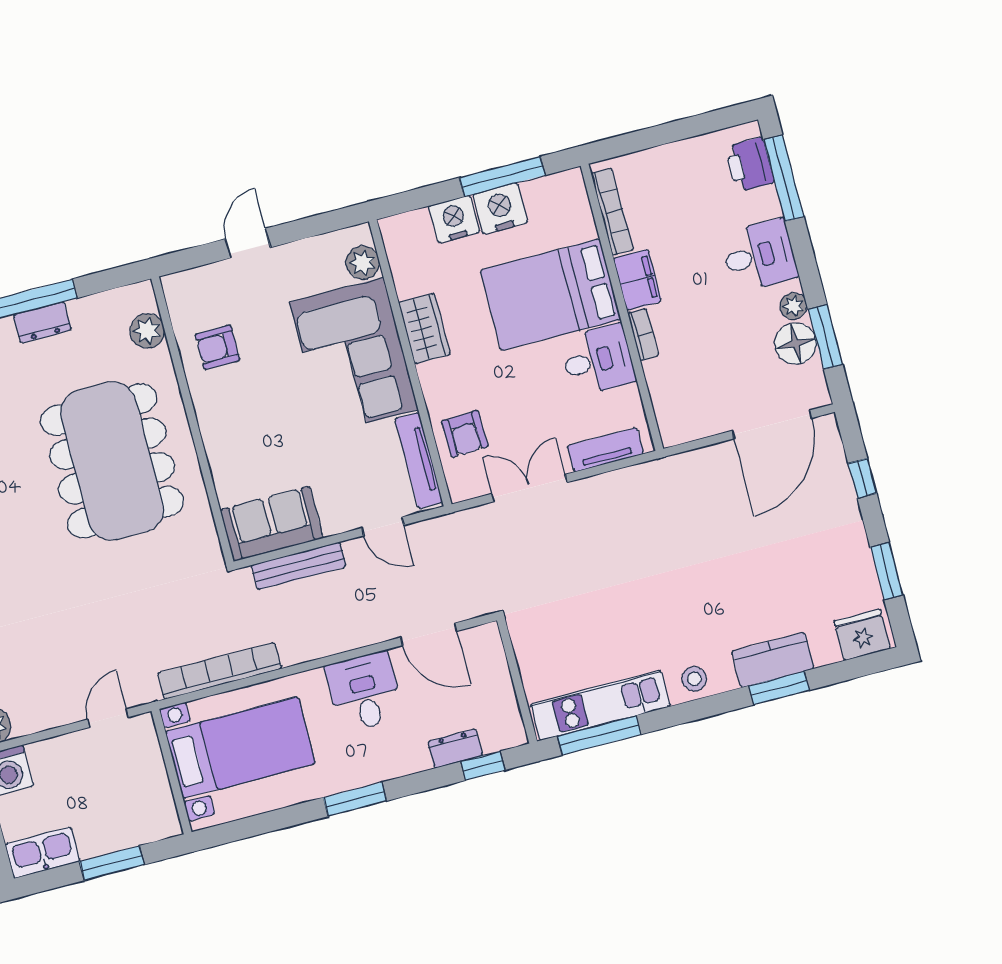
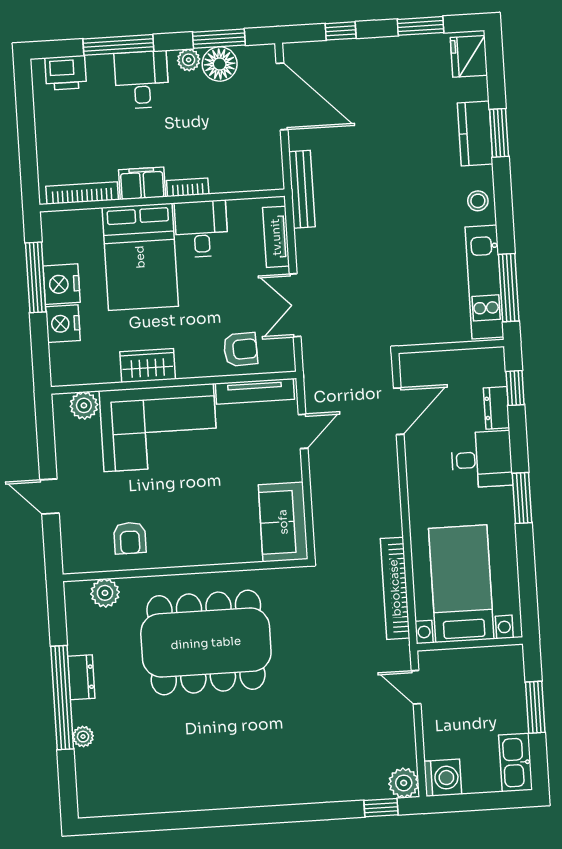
window: (784, 178) -> (118, 45), moved
bench: (299, 566) -> (302, 189), moved
desk: (364, 692) -> (482, 459), moved, turned 180

